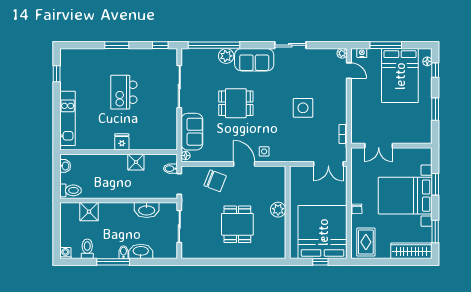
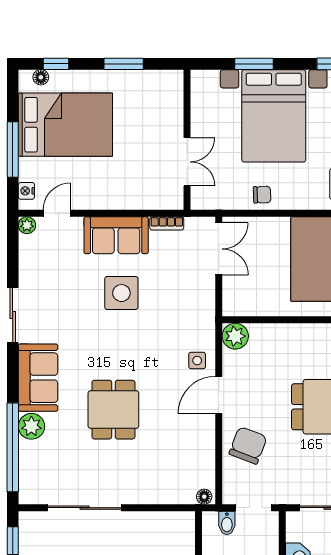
sofa: (192, 132) -> (116, 235), moved, turned 180
chair: (357, 209) -> (262, 195), moved
plant: (278, 210) -> (235, 336), moved

